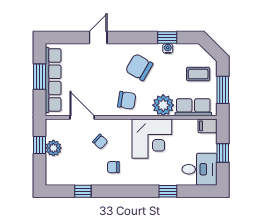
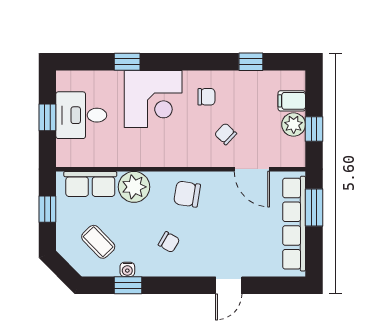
chair: (139, 67) -> (169, 242), width x0.54, depth x0.54
coffee table: (198, 74) -> (98, 242), moved, turned 46
window: (39, 77) -> (314, 208), moved
window: (223, 90) -> (47, 209), width x0.67
filing cabinet: (207, 126) -> (292, 101), moved, turned 180
corner desk: (152, 139) -> (153, 99), moved, turned 180
desk: (199, 169) -> (81, 115), moved

